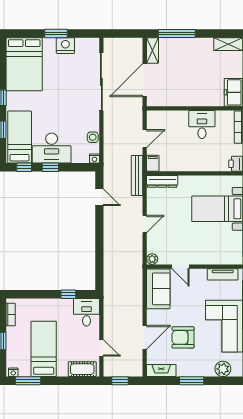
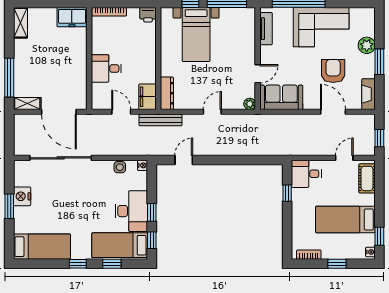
bed: (24, 64) -> (42, 247), width x0.67
desk: (202, 125) -> (106, 68), moved
filing cabinet: (153, 163) -> (148, 97), width x2.00
door: (145, 224) -> (212, 112), hinge flipped
armchair: (183, 337) -> (333, 71), turned 180
plant: (223, 369) -> (367, 45), moved
window: (28, 381) -> (379, 236), width x0.67

